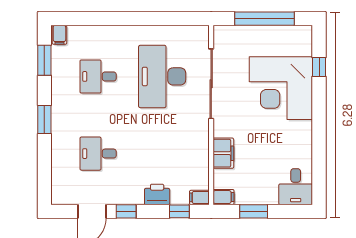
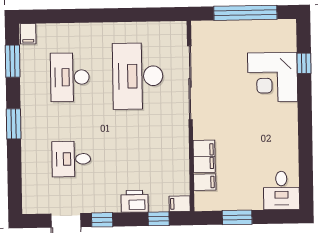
desk: (98, 76) -> (70, 77), width x1.37
corner desk: (281, 88) -> (273, 77), width x0.74, depth x0.74
filing cabinet: (224, 197) -> (205, 182), moved

